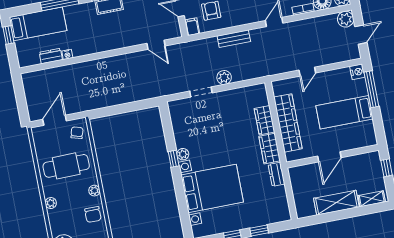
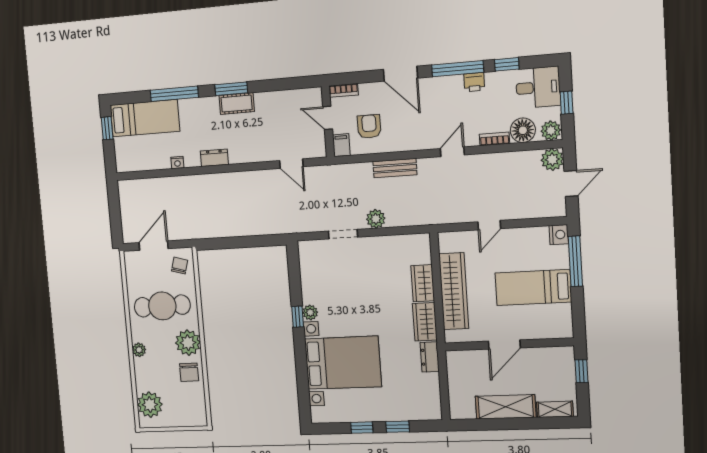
dresser: (51, 56) -> (214, 158), moved
plant: (94, 191) -> (188, 343), width x1.88, depth x1.88

